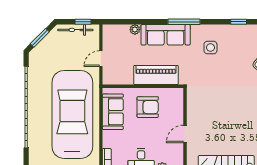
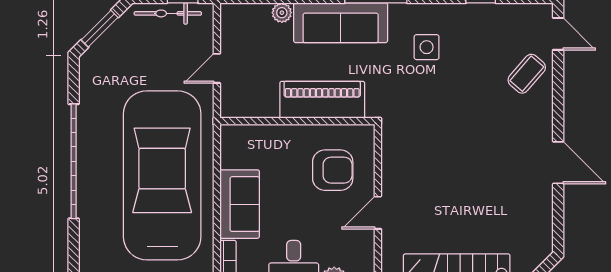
garage door: (26, 107) -> (74, 161), width x0.73
armchair: (148, 107) -> (333, 170), moved
sofa: (113, 112) -> (240, 204), moved

